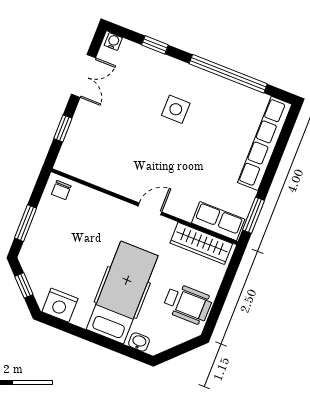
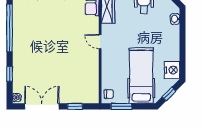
double door: (84, 76) -> (42, 106), width x1.37
side table: (176, 109) -> (40, 49), removed
window: (26, 223) -> (121, 106), moved
hospital bed: (122, 292) -> (141, 76), moved, turned 90

